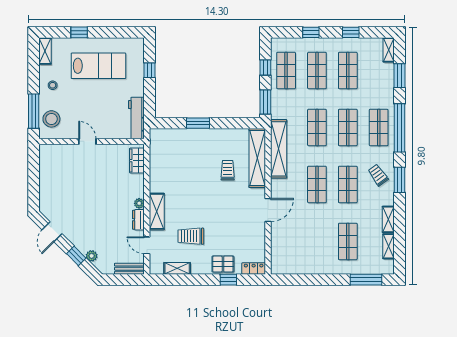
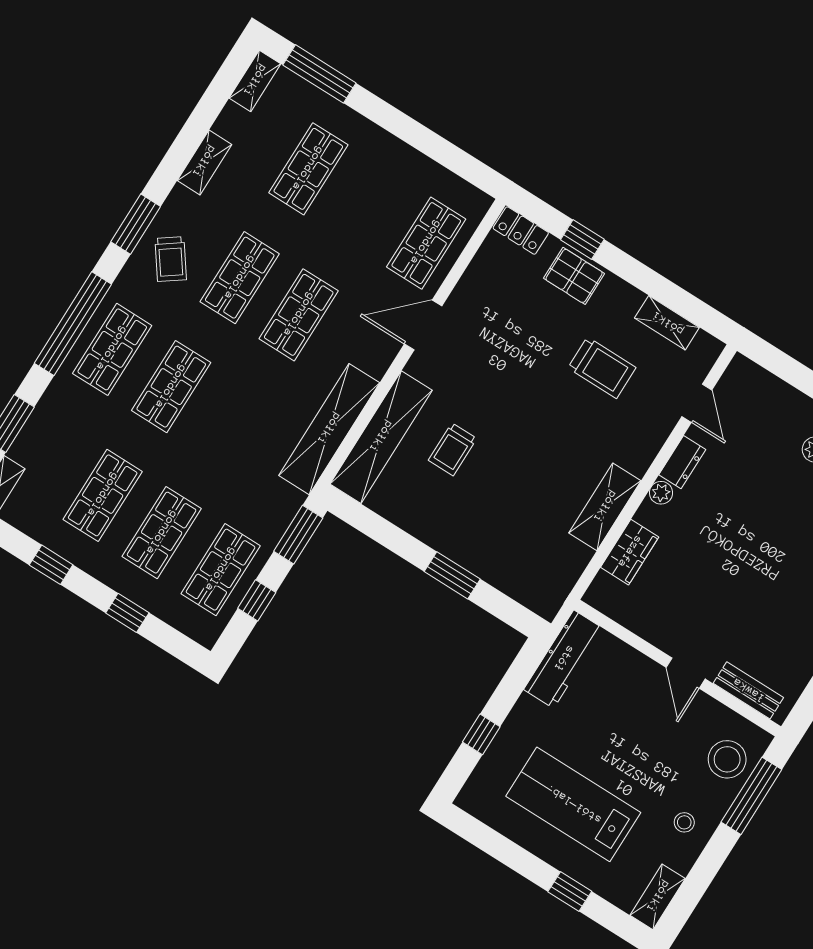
shop shelf: (317, 127) -> (426, 243), moved
wardrobe: (137, 161) -> (630, 552), moved
shelving: (157, 211) -> (605, 507), moved
shelving: (389, 246) -> (255, 81), moved
bench: (129, 269) -> (748, 690), moved

